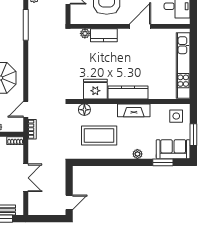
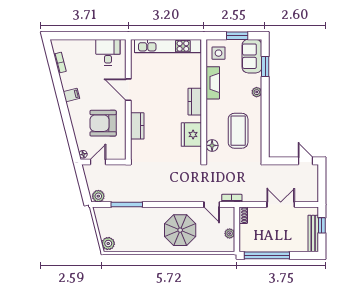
plant: (85, 33) -> (135, 145), removed
kitchen counter: (128, 92) -> (195, 102), width x0.67
fireplace: (134, 110) -> (213, 83), moved

